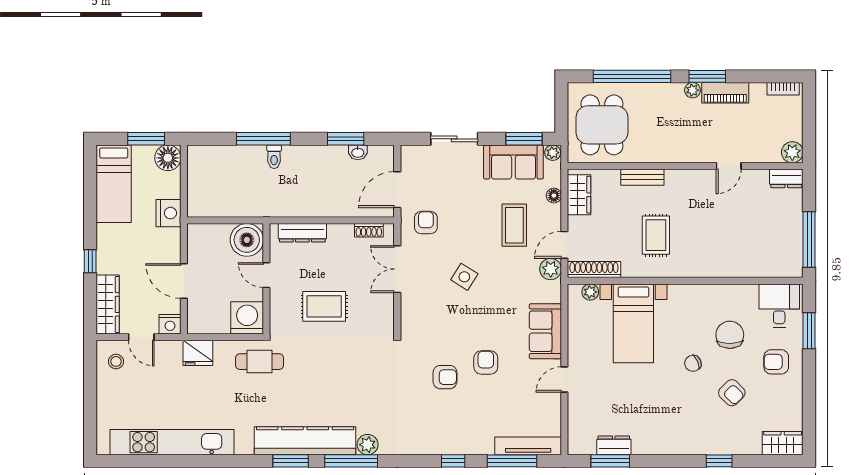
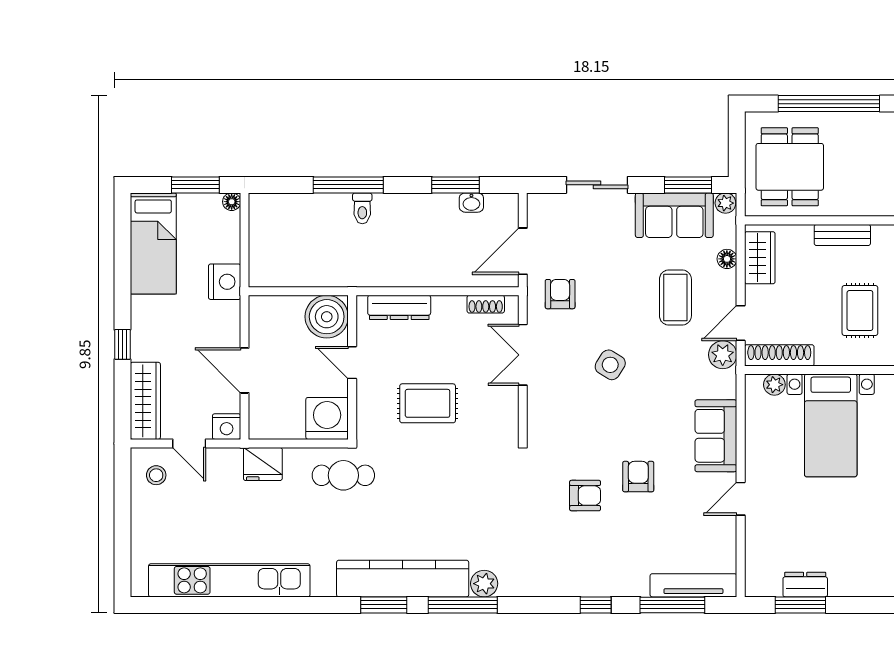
floor lamp: (168, 158) -> (232, 202), width x0.53, depth x0.53

